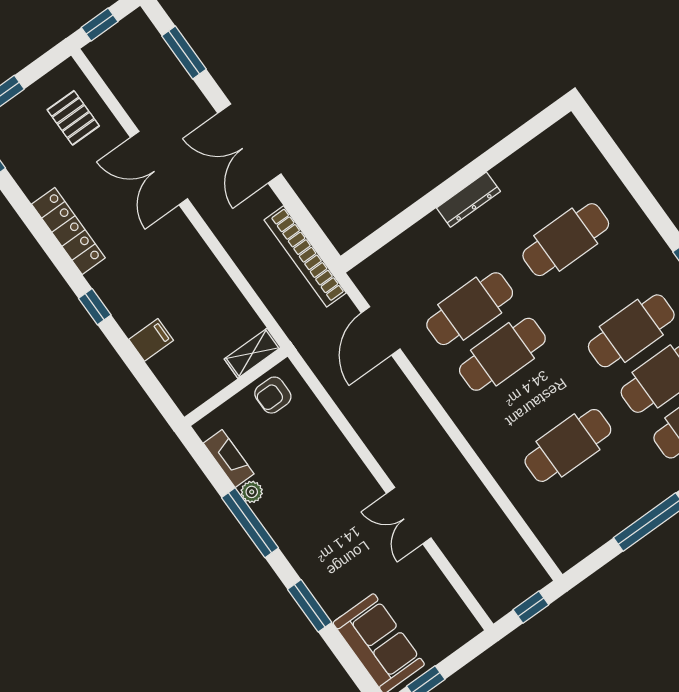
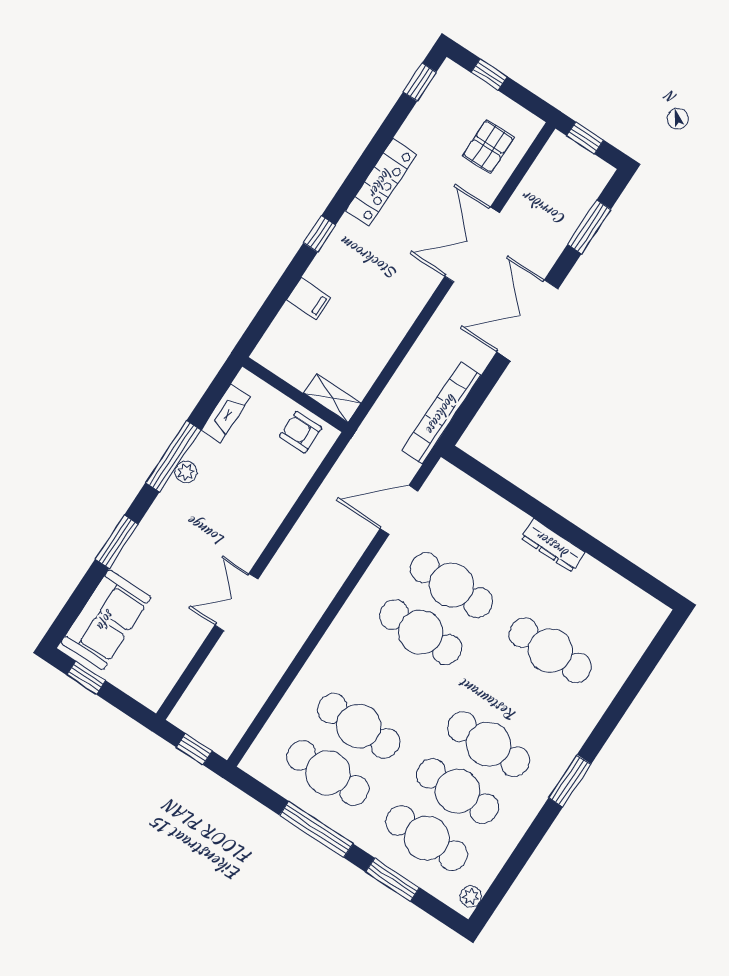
cafe table: (601, 491) -> (328, 773), added
plant: (252, 492) -> (186, 472), moved

